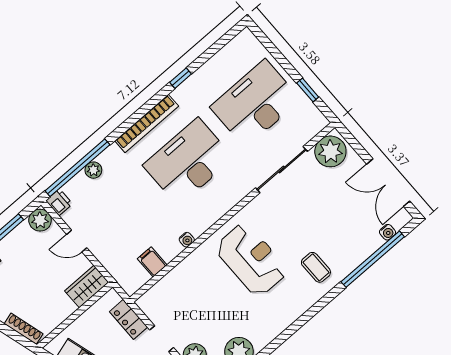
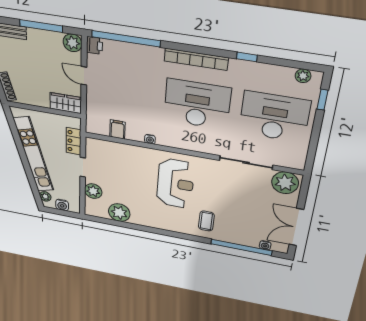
window: (308, 90) -> (322, 100), moved
plant: (93, 170) -> (303, 76), moved

